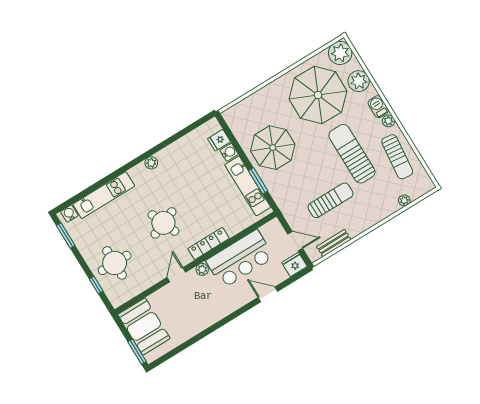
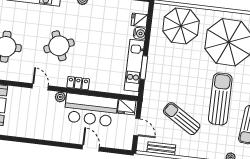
parasol: (273, 148) -> (181, 26), moved
sun lounger: (331, 200) -> (182, 119), turned -148
locker: (209, 244) -> (78, 83), width x0.66
fridge: (294, 265) -> (127, 107), moved, turned 180
door: (176, 275) -> (40, 87), hinge flipped

